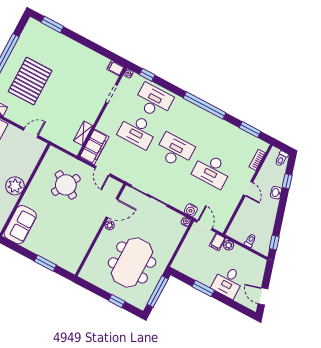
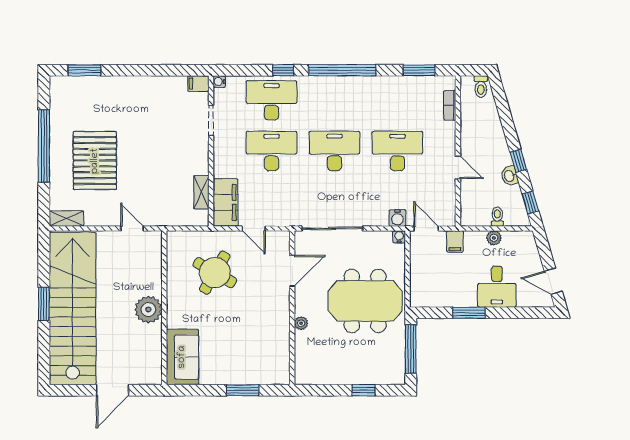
window: (147, 75) -> (283, 70), moved
desk: (138, 131) -> (272, 151), turned 180
door: (31, 133) -> (132, 228), hinge flipped
desk: (212, 170) -> (397, 151), turned 180
window: (287, 181) -> (518, 161), moved
door: (248, 189) -> (458, 167), moved
washbasin: (276, 193) -> (510, 176), moved
plant: (110, 225) -> (301, 323), moved
plant: (229, 245) -> (494, 238), moved
meeting table: (132, 263) -> (365, 301), moved, turned 90

